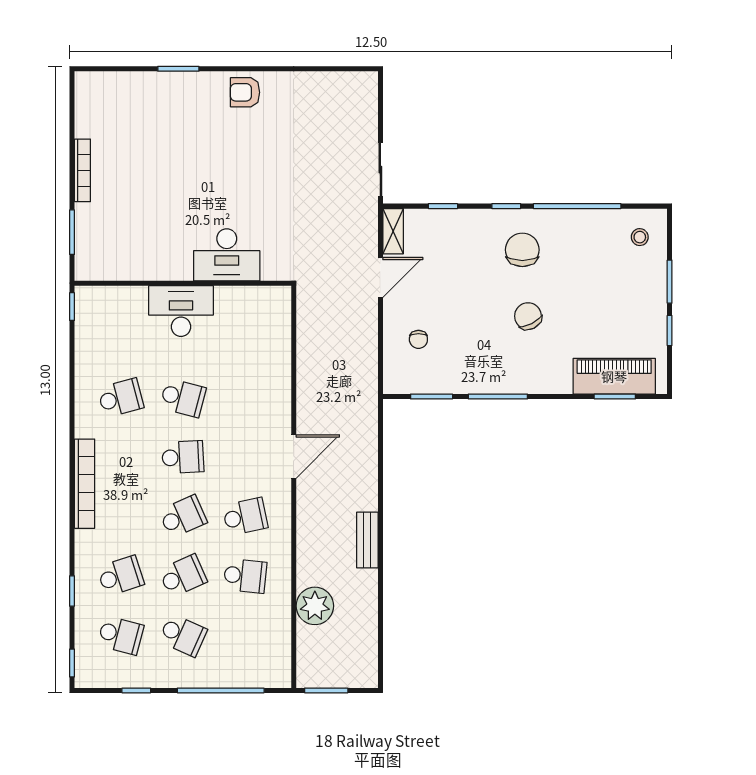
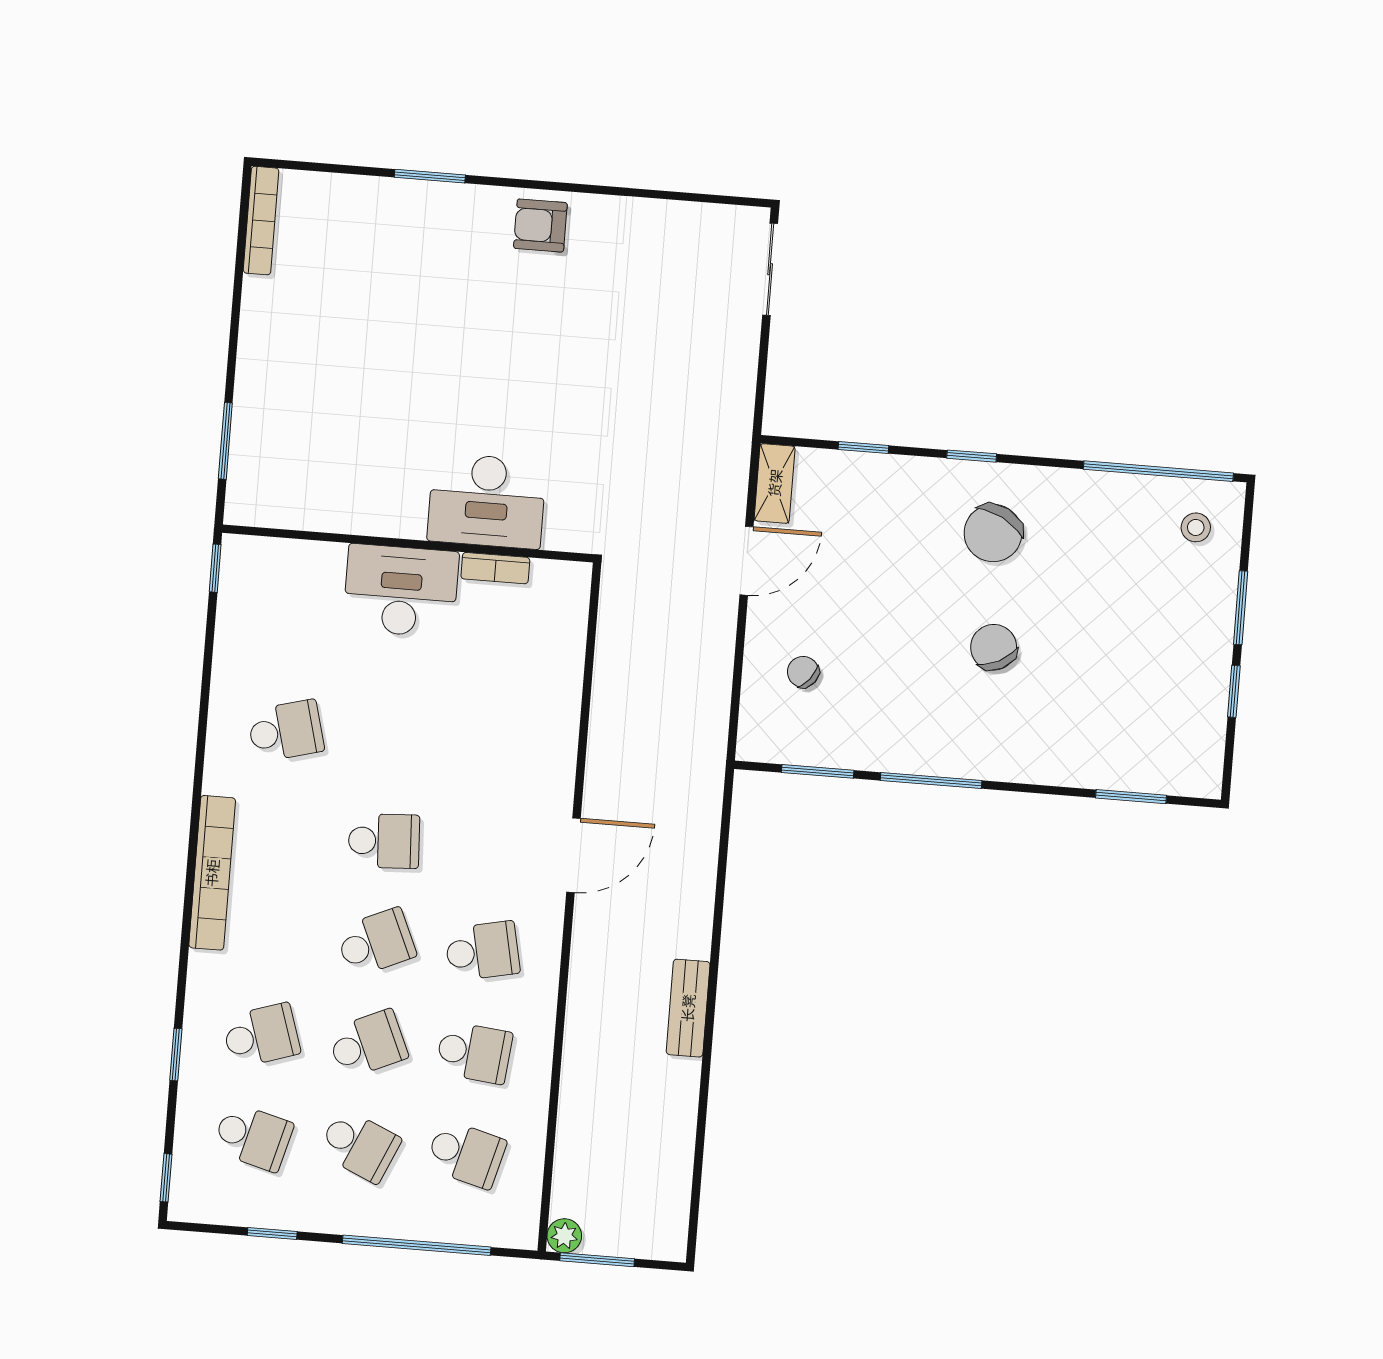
bookcase: (82, 170) -> (261, 221), moved
sliding door: (380, 170) -> (770, 269), moved
window: (577, 206) -> (1158, 471), moved
chair: (522, 250) -> (993, 533), turned -152
bookcase: (235, 293) -> (495, 568), added
chair: (418, 339) -> (803, 672), turned 128
piano: (614, 376) -> (1133, 762), removed
school desk: (183, 398) -> (466, 1154), moved
plant: (315, 606) -> (564, 1236), moved, width x0.53, depth x0.53

